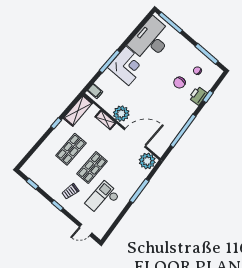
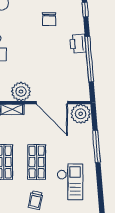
printer: (198, 96) -> (78, 44), moved
door: (135, 138) -> (52, 103), swing flipped
checkout: (103, 199) -> (70, 182), turned 180

